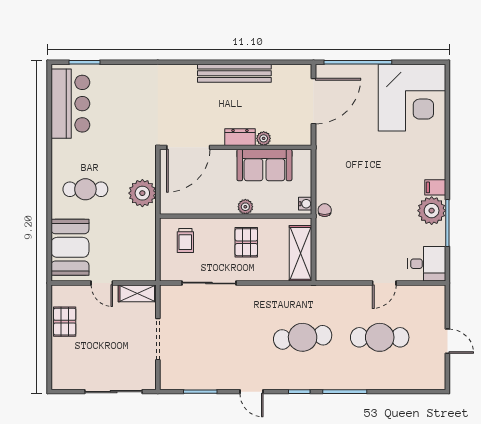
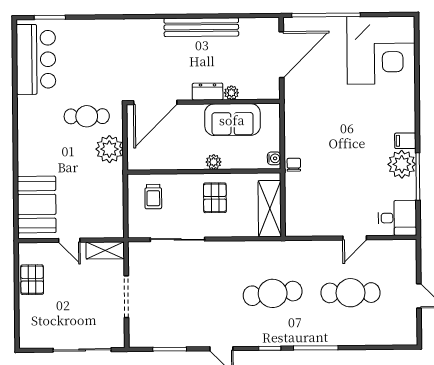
cafe table: (85, 189) -> (87, 116), moved

